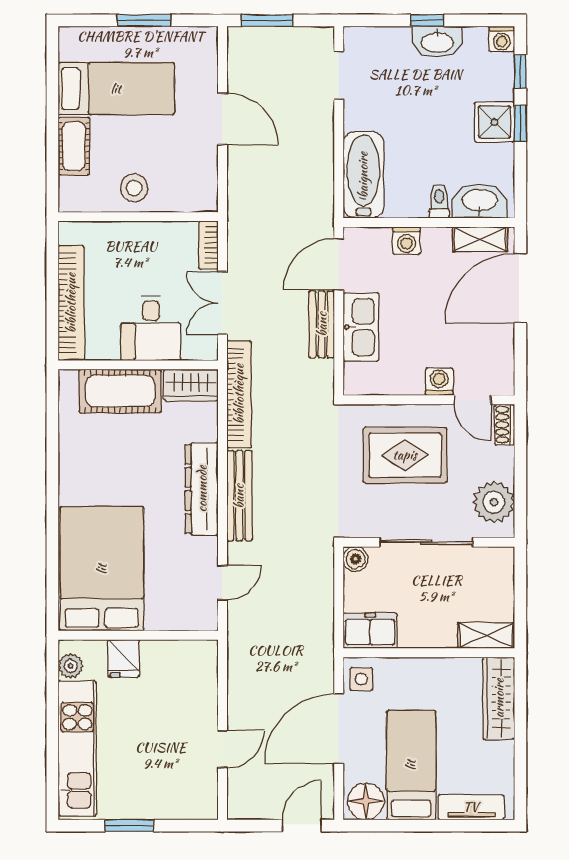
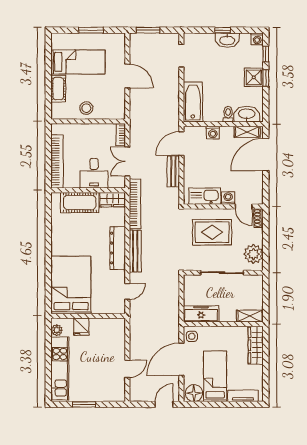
kitchen sink: (361, 327) -> (205, 196), moved, turned -90
boiler: (355, 559) -> (189, 280), removed
freezer: (370, 631) -> (201, 314), width x1.40

